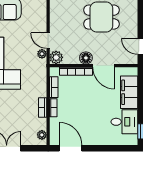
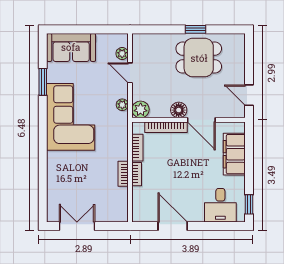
door: (48, 41) -> (130, 73), moved
desk: (124, 122) -> (220, 205), moved, turned 90
plant: (42, 135) -> (122, 53), moved
door: (71, 148) -> (173, 226), moved

